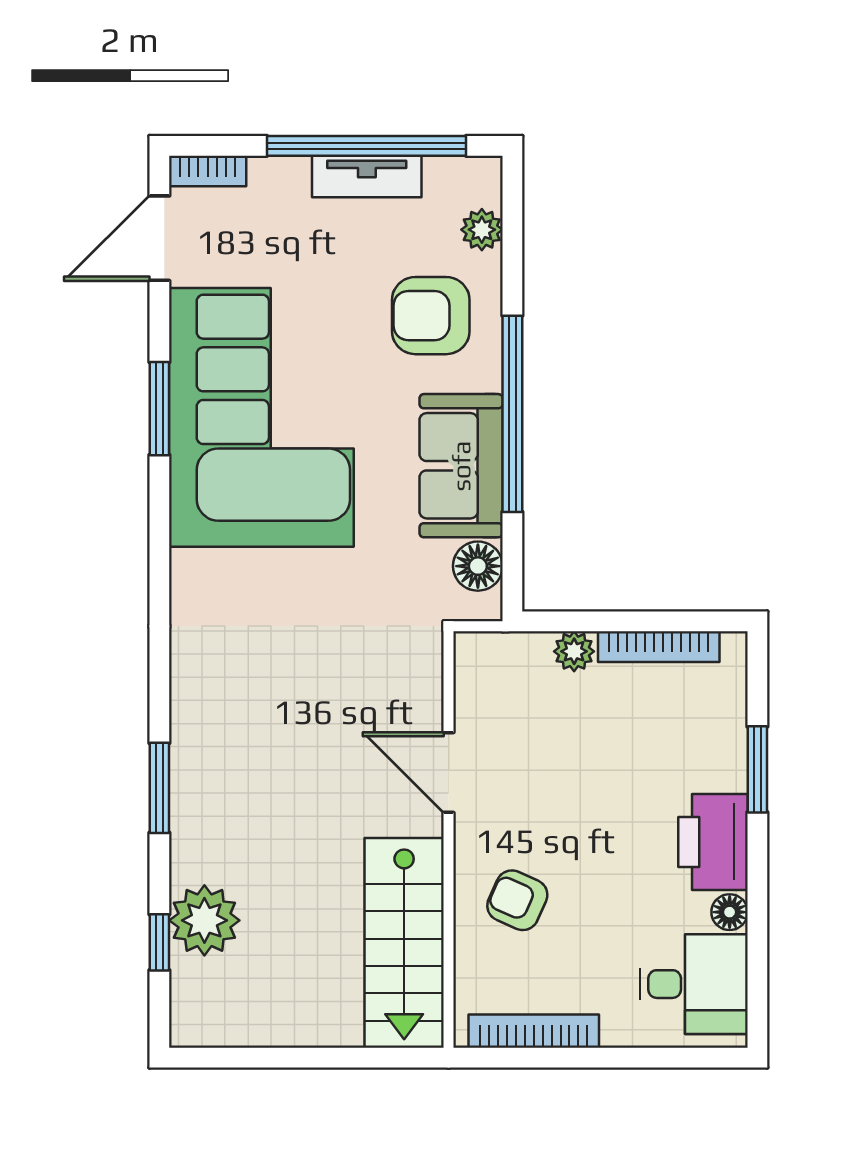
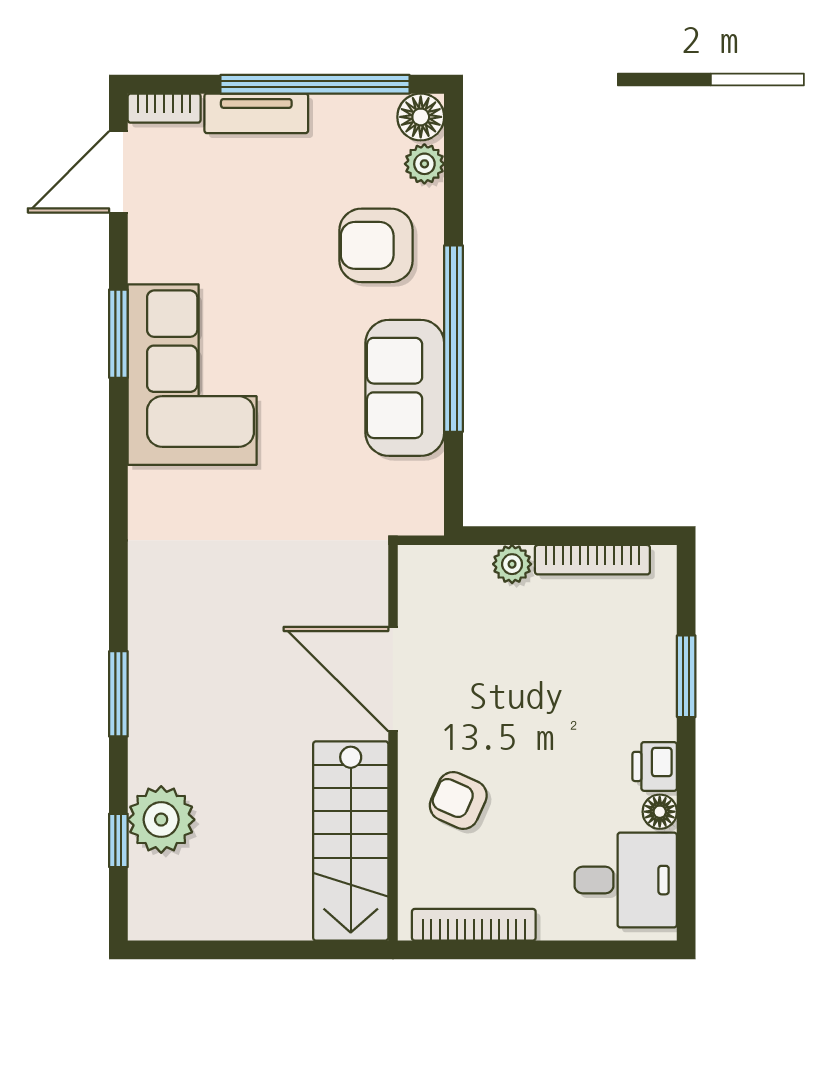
tv unit: (367, 177) -> (256, 113), moved
corner sofa: (261, 417) -> (192, 375), width x0.73, depth x0.74
floor lamp: (478, 566) -> (421, 117), moved
door: (449, 772) -> (393, 679), width x1.36
printer: (713, 842) -> (655, 766), width x0.53, depth x0.68

